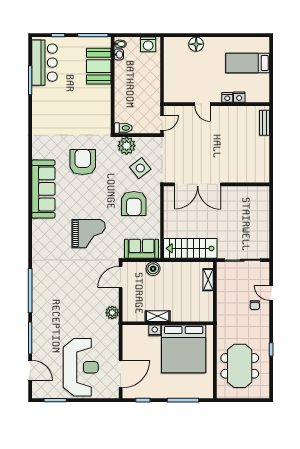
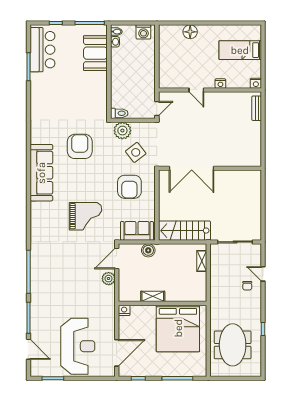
nightstand: (239, 97) -> (256, 83), moved
plant: (112, 313) -> (109, 279), moved
nightstand: (155, 330) -> (124, 310), moved

